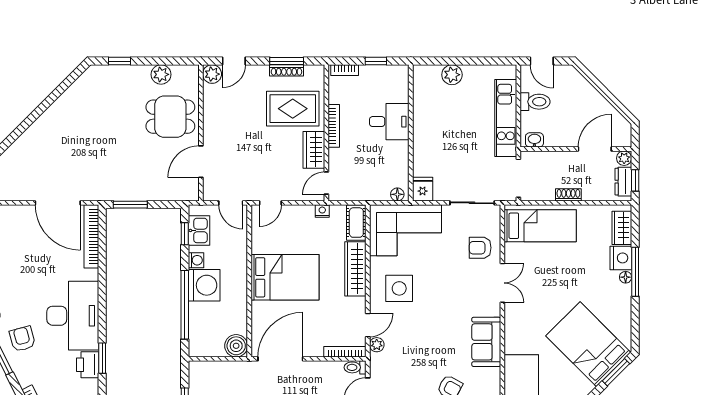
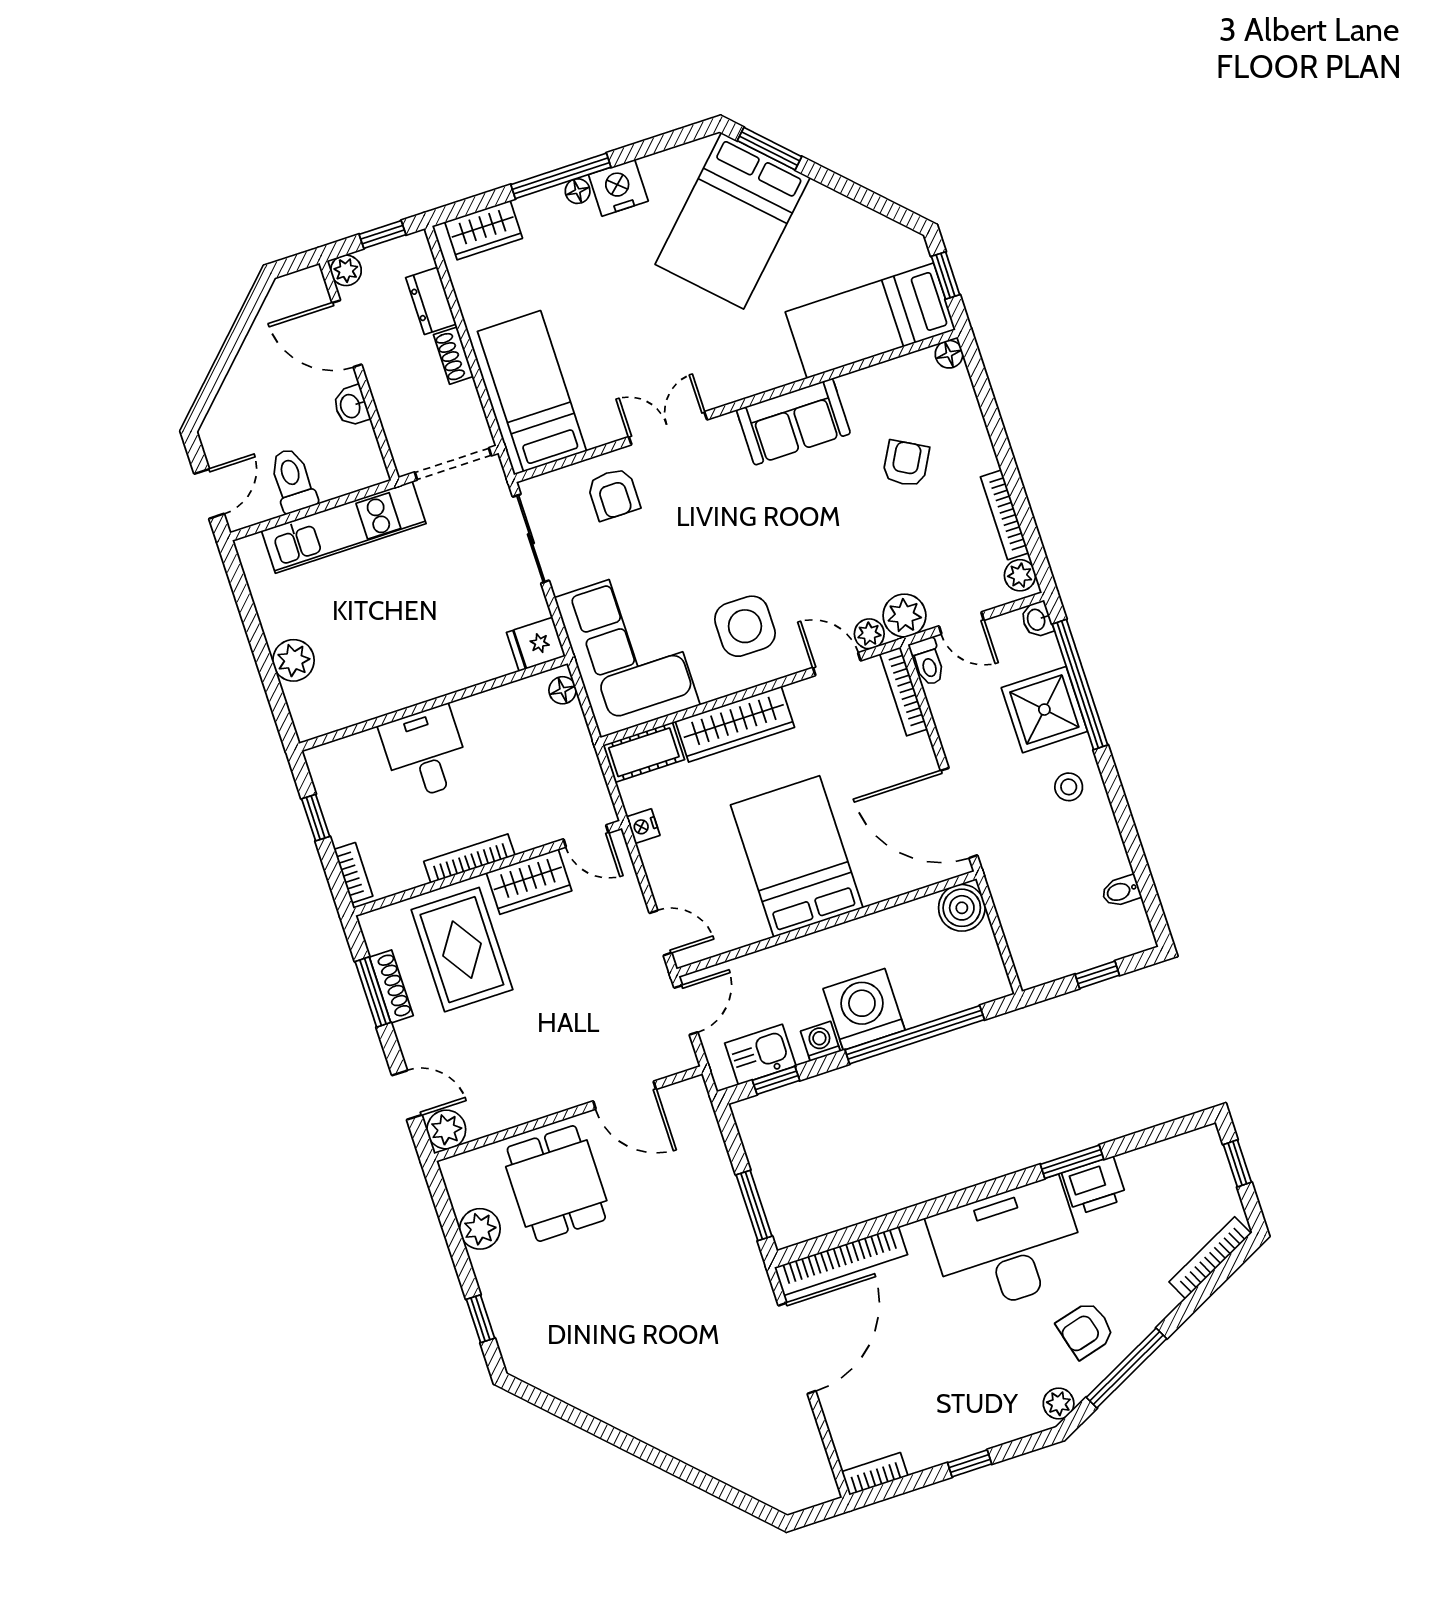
washbasin: (534, 140) -> (351, 406), moved
dresser: (623, 182) -> (431, 301), moved, turned 90
nightstand: (621, 258) -> (618, 188), moved
plant: (380, 364) -> (904, 615), added

